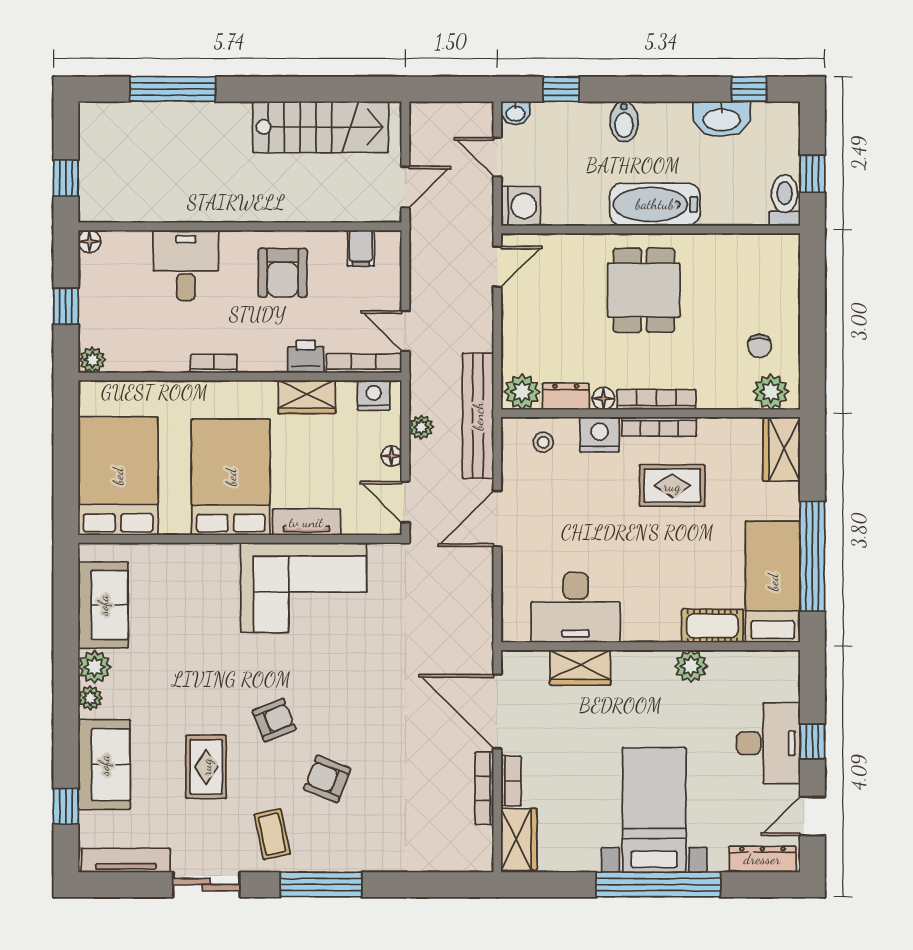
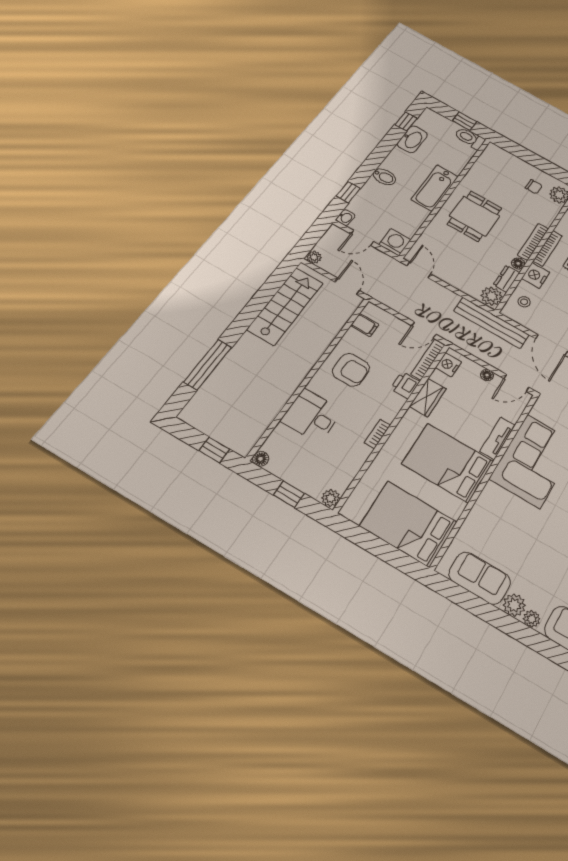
dining table: (644, 290) -> (475, 216), turned 90
plant: (421, 427) -> (314, 257), moved

